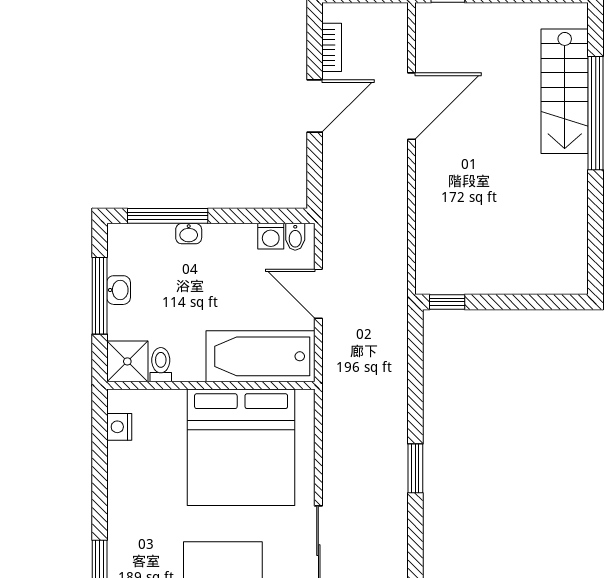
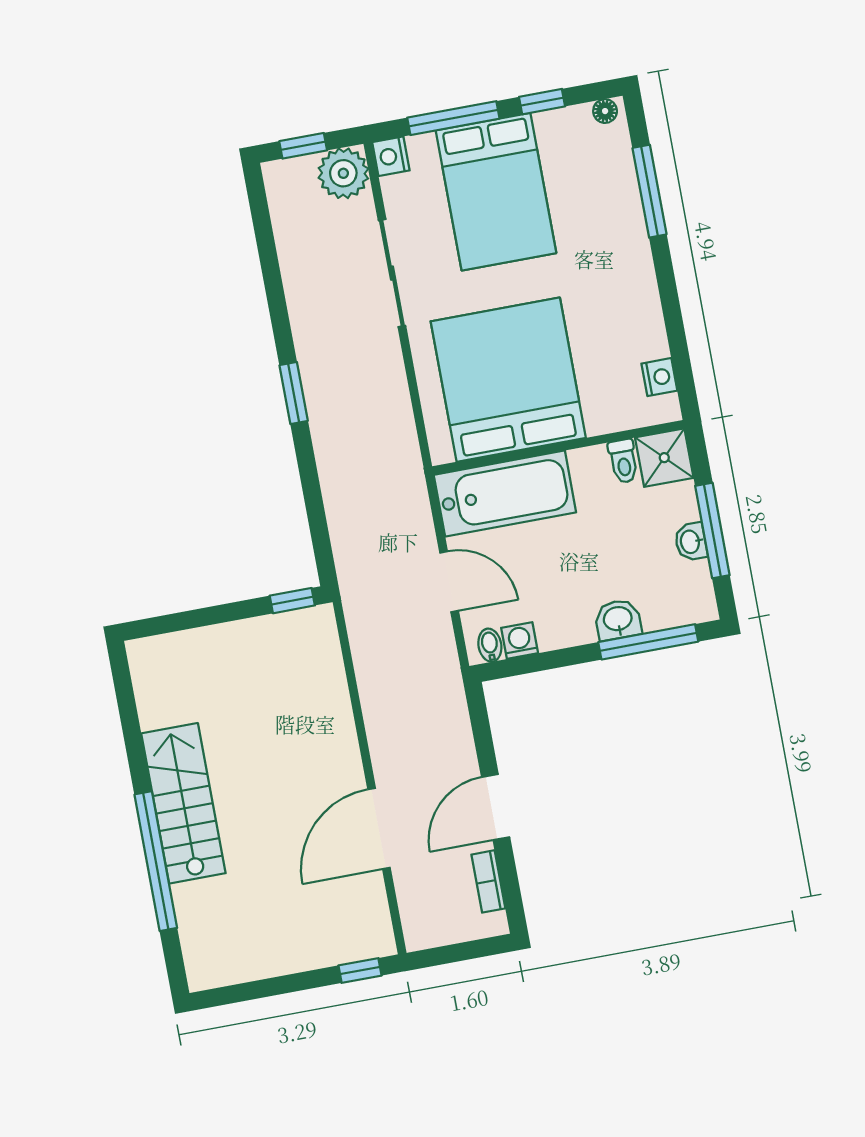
stairs: (565, 91) -> (183, 803), moved
washbasin: (189, 234) -> (618, 620), width x1.38, depth x1.45

